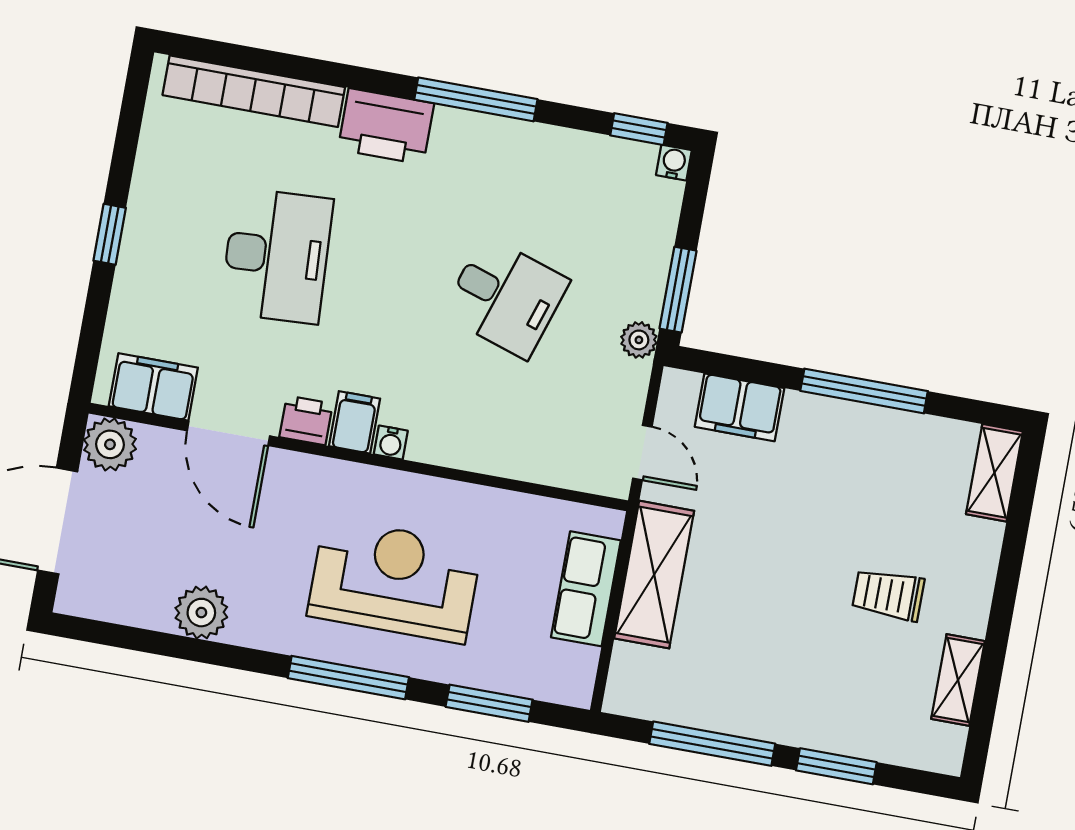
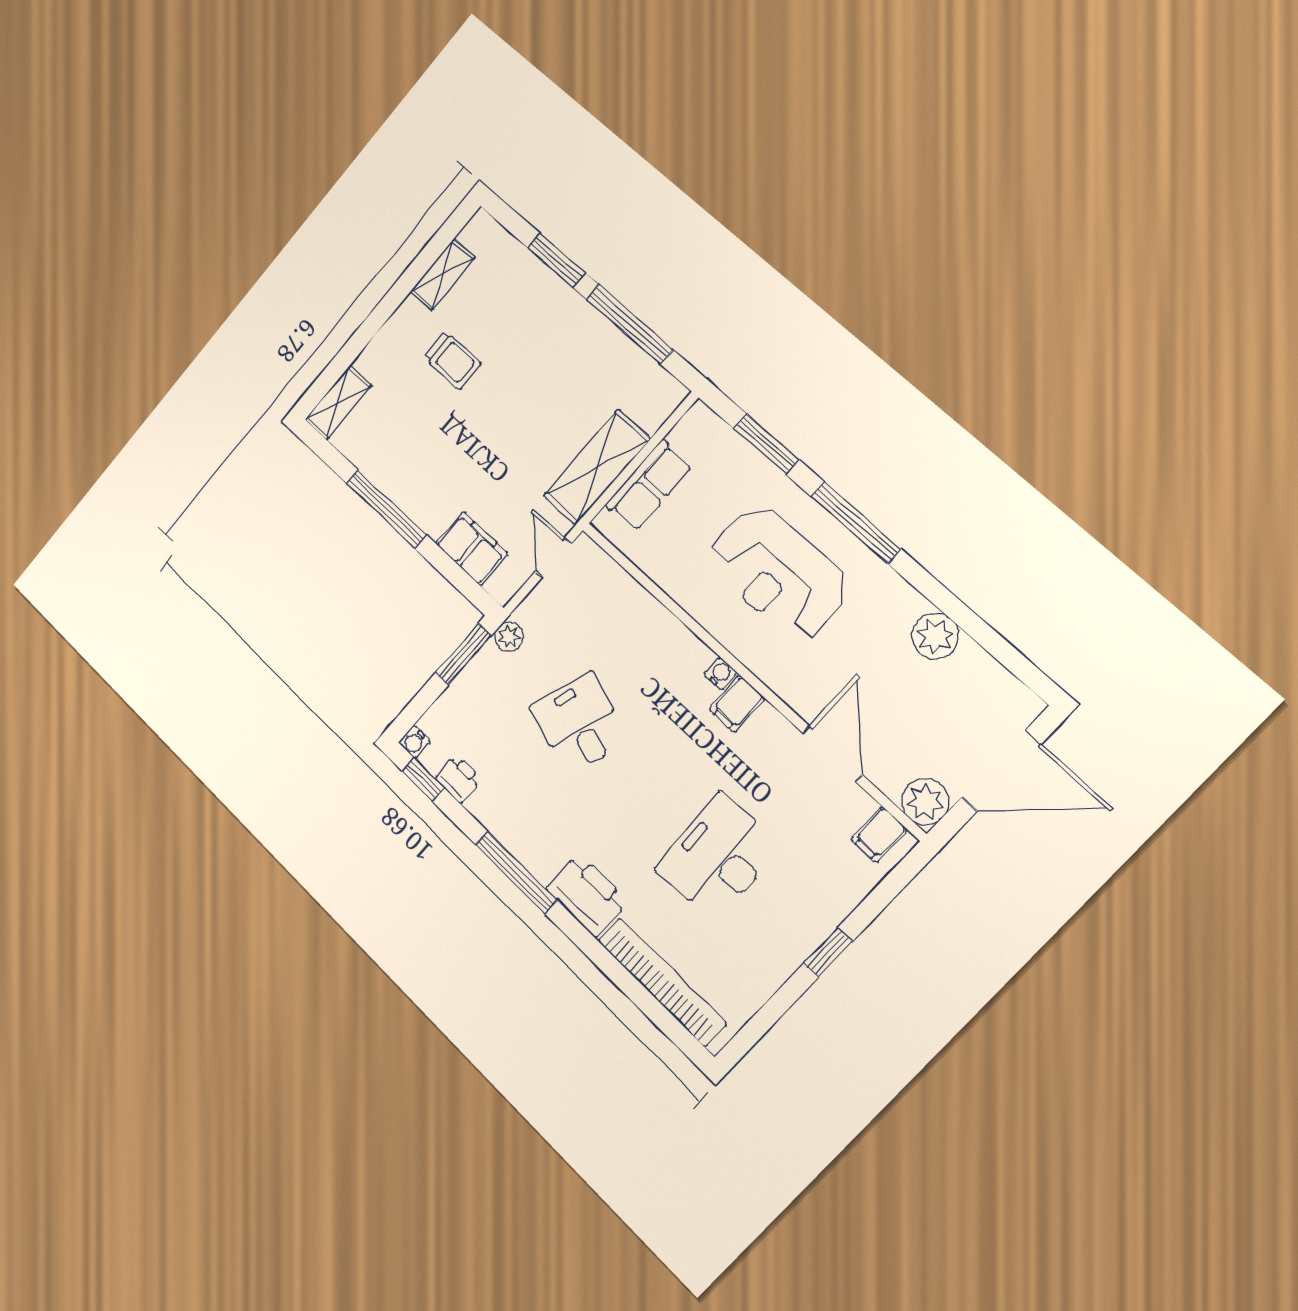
filing cabinet: (153, 387) -> (879, 835), width x0.50
printer: (306, 420) -> (458, 779), moved, turned 180

